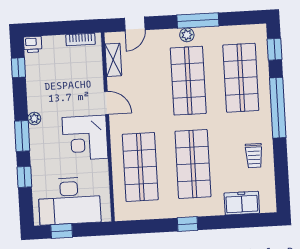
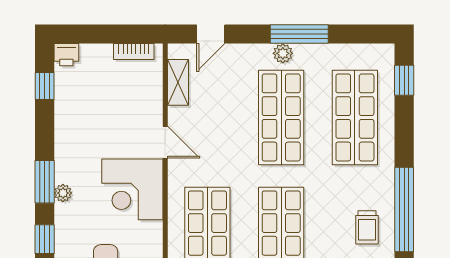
window: (278, 108) -> (404, 210), moved
plant: (34, 119) -> (63, 193), moved

